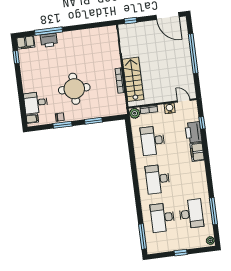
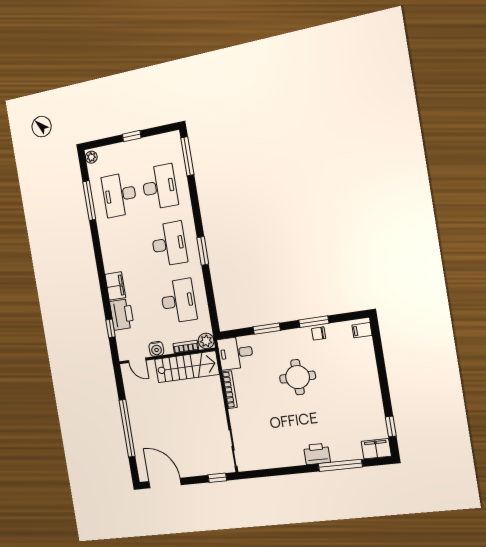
printer: (49, 40) -> (317, 454), moved
stairs: (133, 79) -> (187, 367), moved, turned -90
round table: (74, 89) -> (298, 377), width x0.73, depth x0.73
desk: (36, 103) -> (235, 353), moved, turned 180
window: (134, 173) -> (203, 251), added

